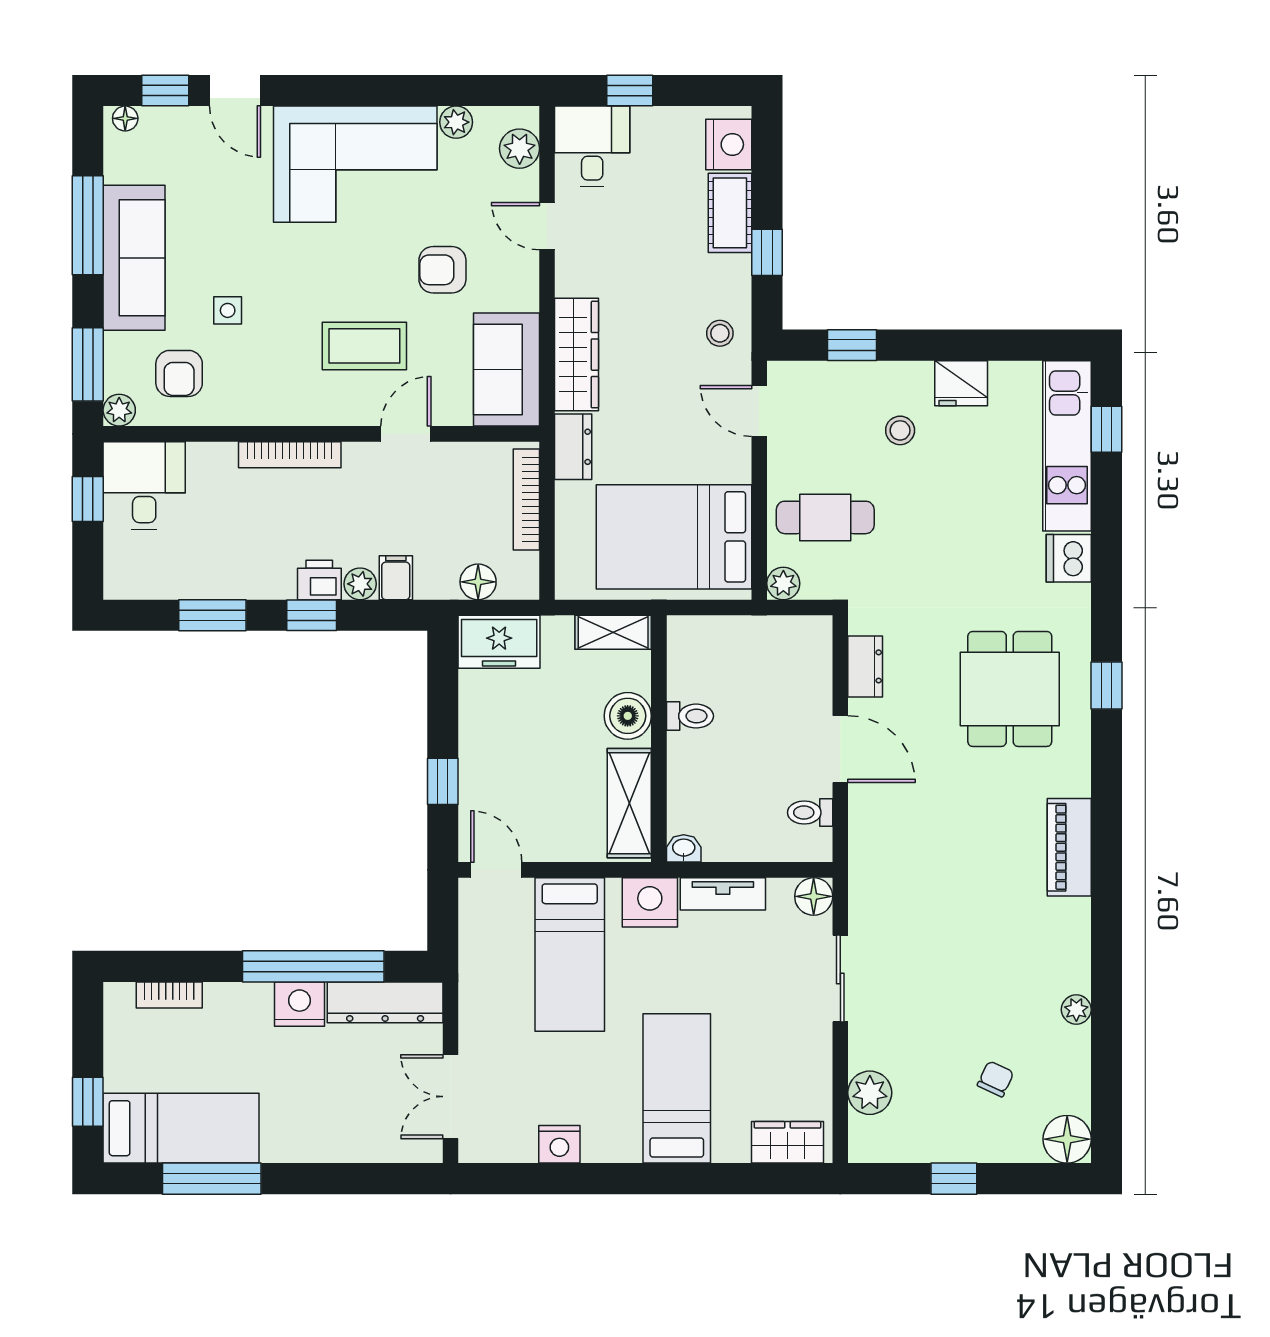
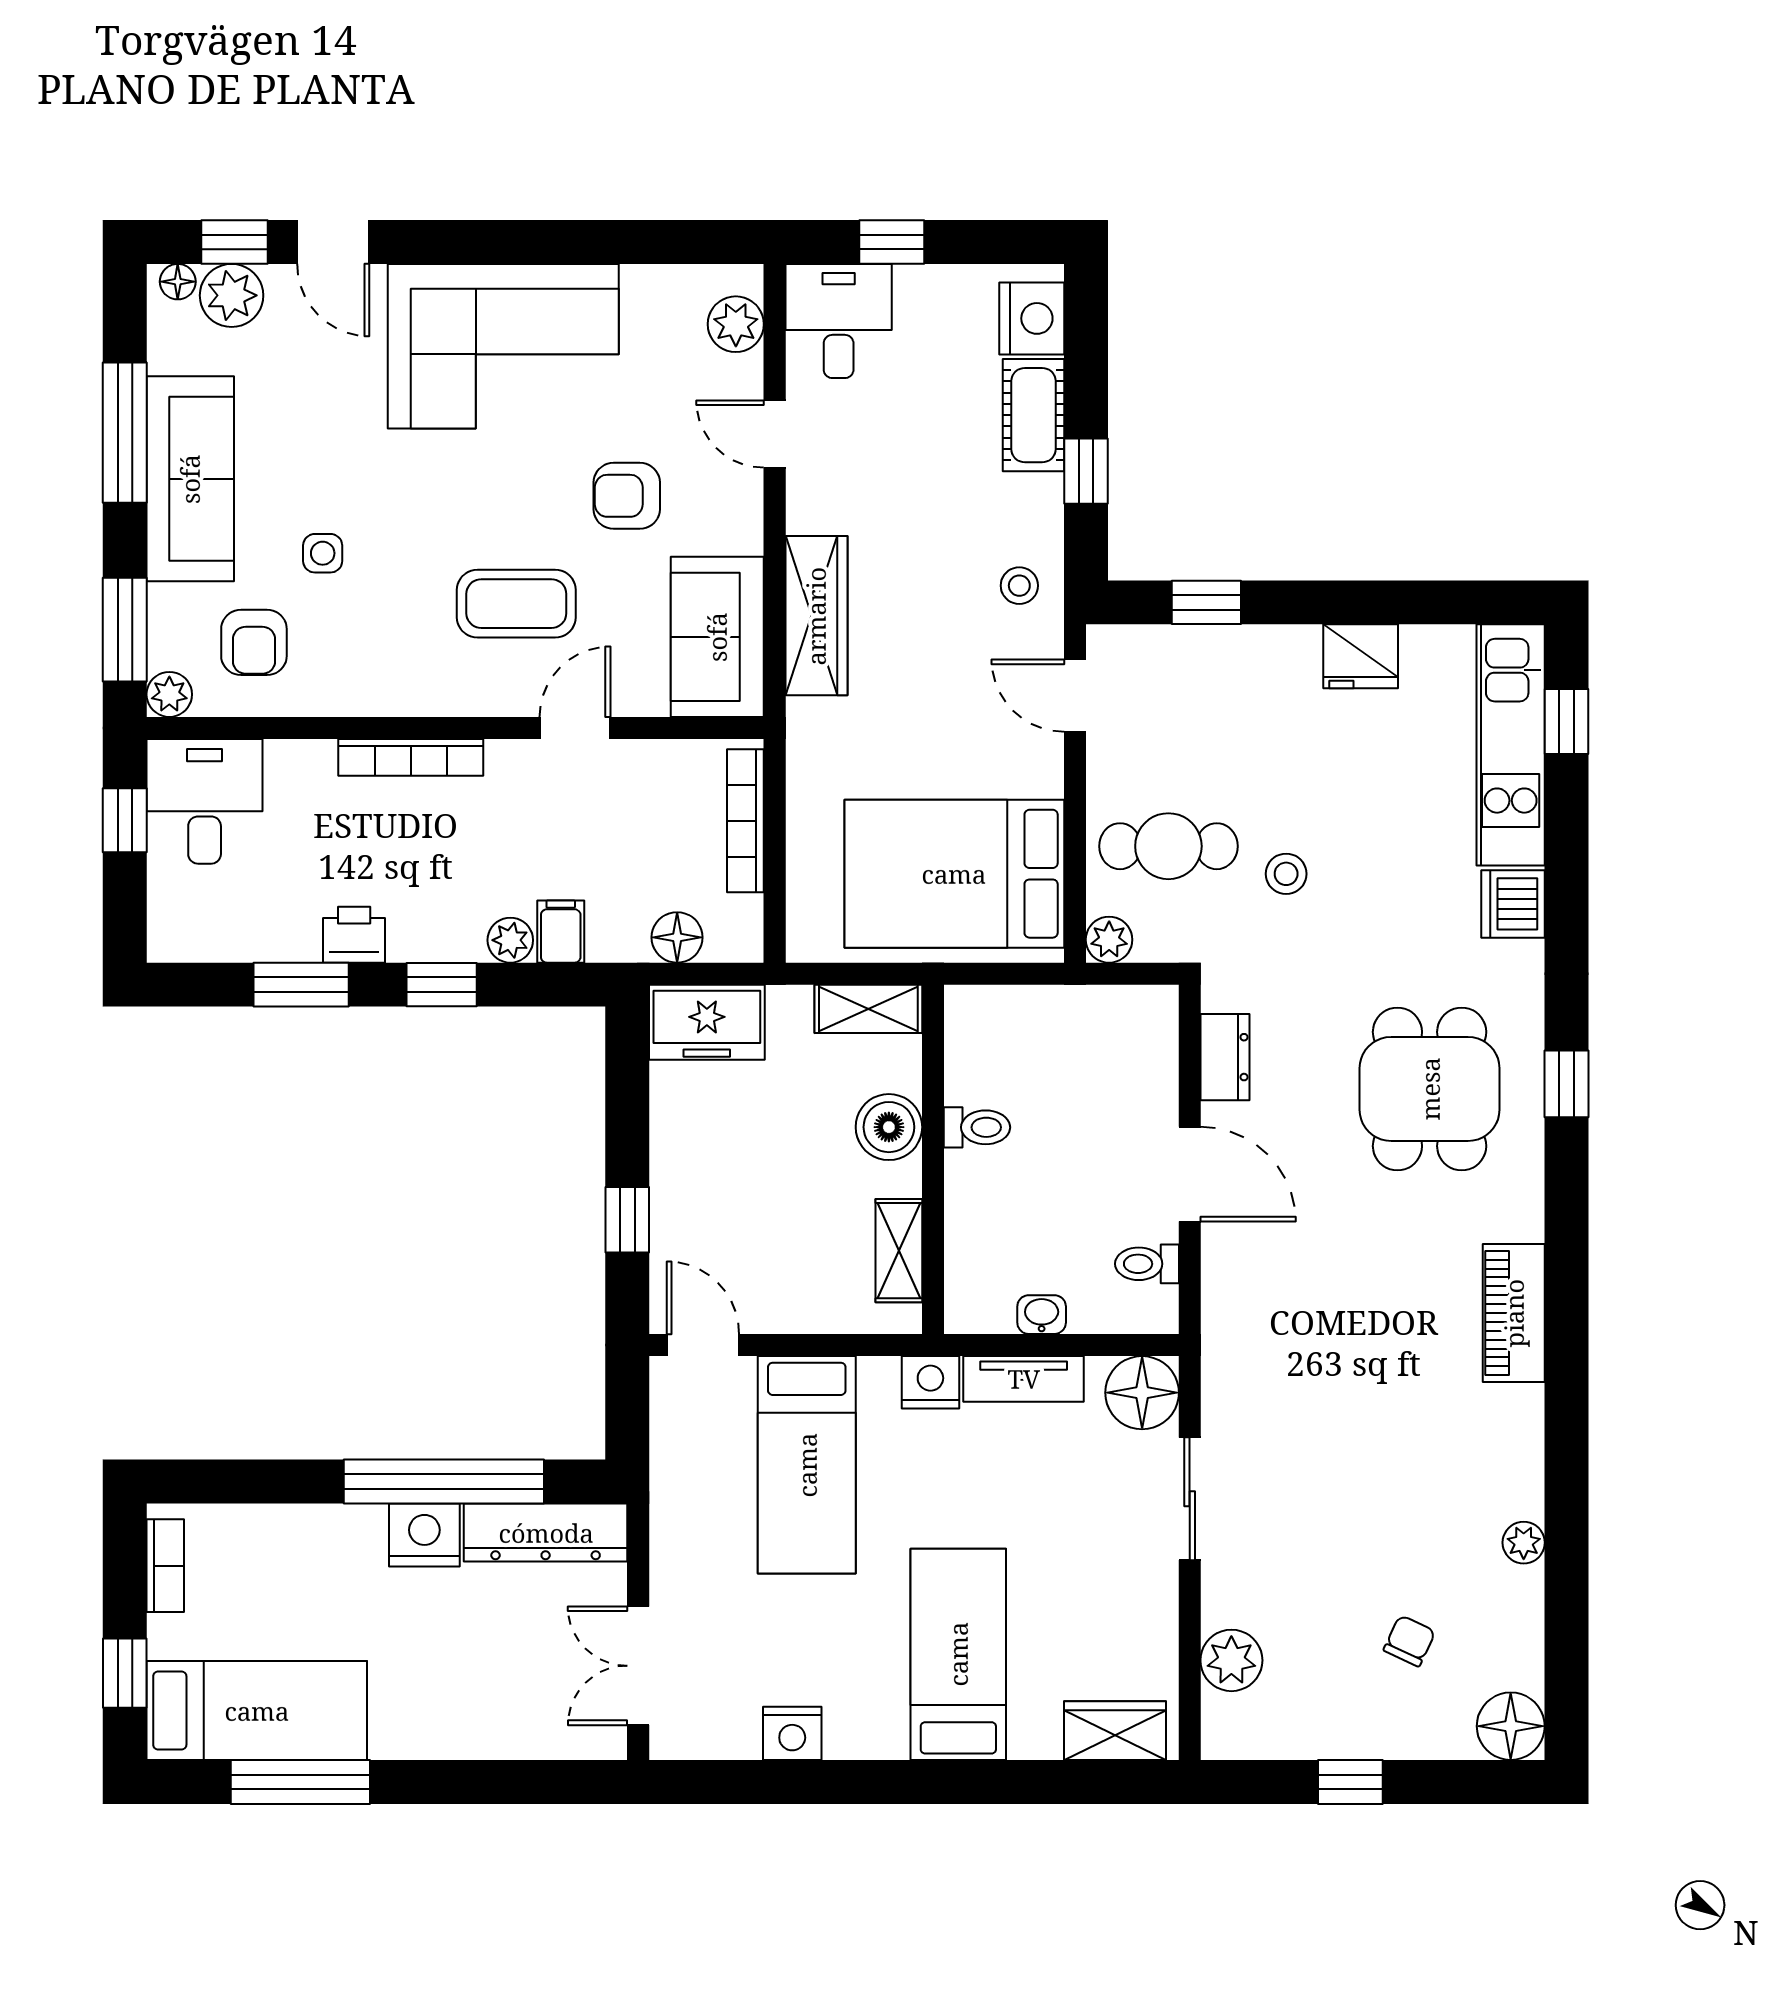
plant: (456, 122) -> (232, 295), moved, width x1.38, depth x1.38
stool: (900, 430) -> (1286, 874), moved
dresser: (573, 447) -> (812, 746), removed
printer: (319, 580) -> (354, 935), moved
shelving: (629, 803) -> (899, 1251), width x0.67, depth x0.75
washbasin: (684, 848) -> (1042, 1315), moved
floor lamp: (814, 896) -> (1142, 1393), width x1.38, depth x1.38
nightstand: (650, 902) -> (930, 1382), width x0.74, depth x0.75
bookcase: (169, 995) -> (165, 1566), moved, turned -90

